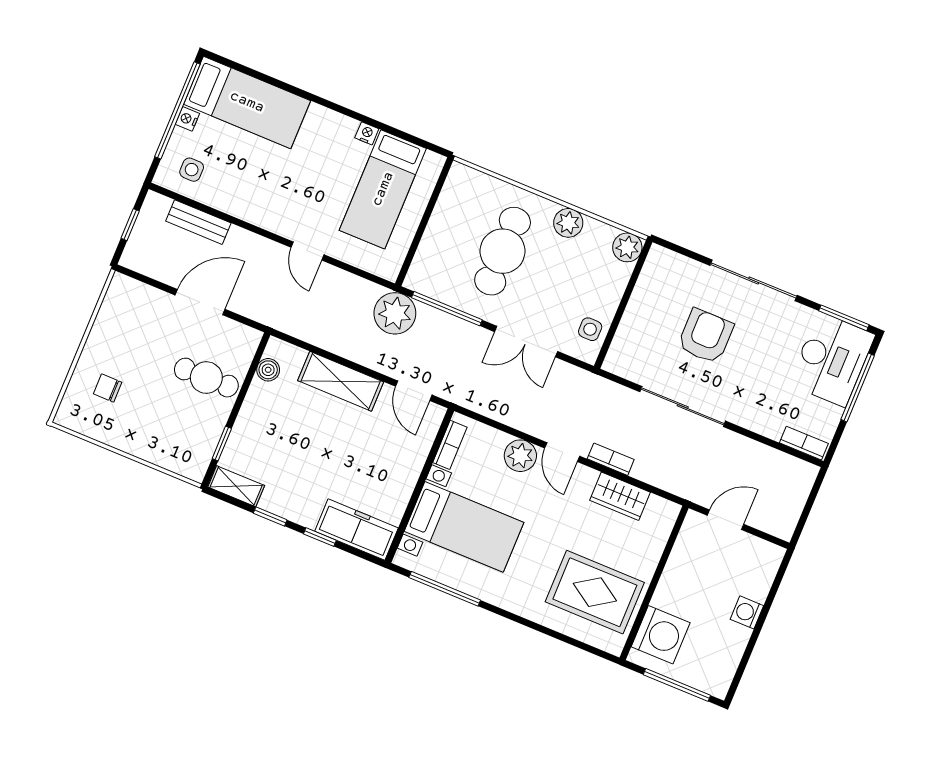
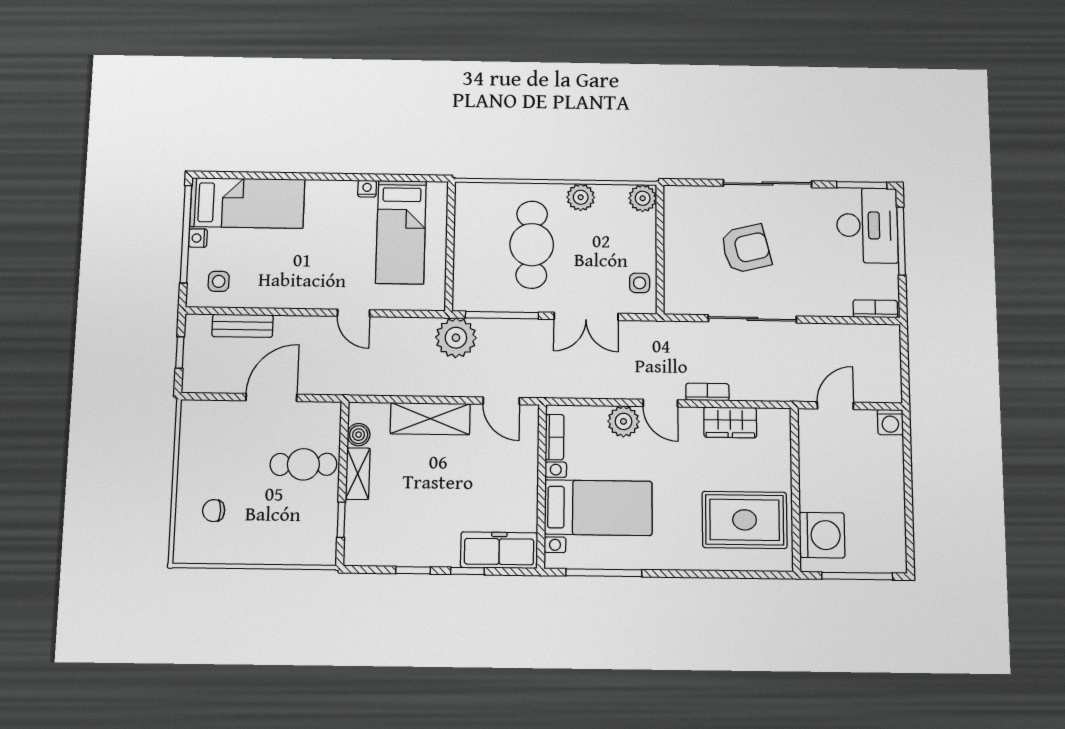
armchair: (706, 336) -> (746, 249), turned 76
shelving: (236, 486) -> (358, 474), moved, turned 90
washing machine: (747, 612) -> (890, 422), moved, turned -90

